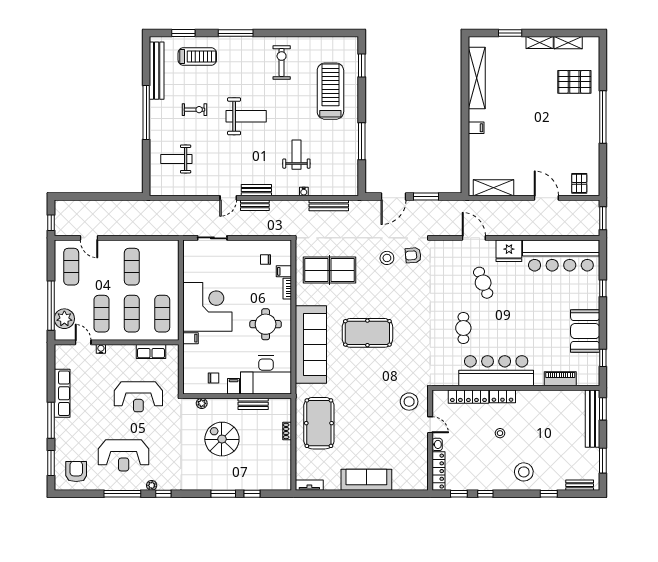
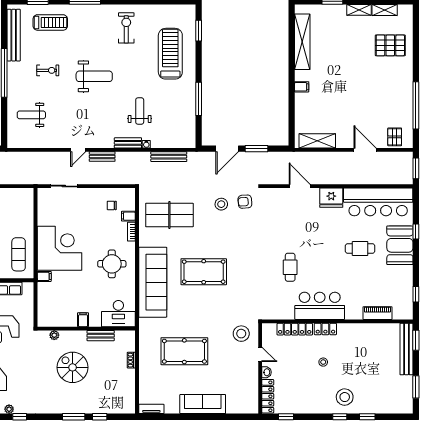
window: (603, 117) -> (416, 105), moved
bench: (256, 190) -> (128, 143), moved
cafe table: (483, 283) -> (360, 248), moved, turned -69
booth: (585, 331) -> (400, 245), moved
bar counter: (496, 371) -> (320, 306), width x0.73
desk: (266, 375) -> (118, 314), width x0.73, depth x0.77
chair: (214, 378) -> (65, 312), removed
pool table: (319, 423) -> (184, 351), moved, turned 90
bench: (580, 485) -> (395, 409), removed
window: (485, 494) -> (340, 417), moved

